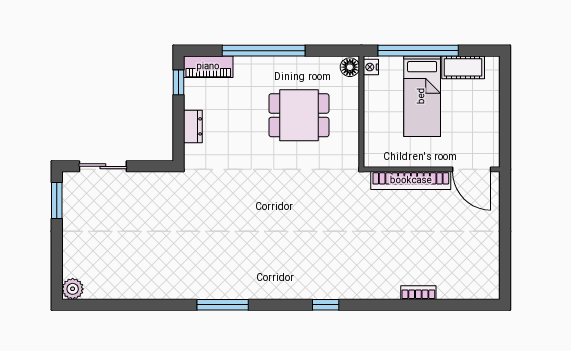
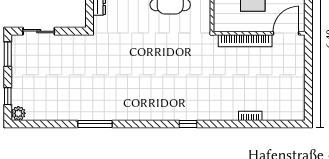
door: (472, 169) -> (286, 33), swing flipped
window: (57, 263) -> (8, 96), added
window: (223, 305) -> (95, 124), moved

